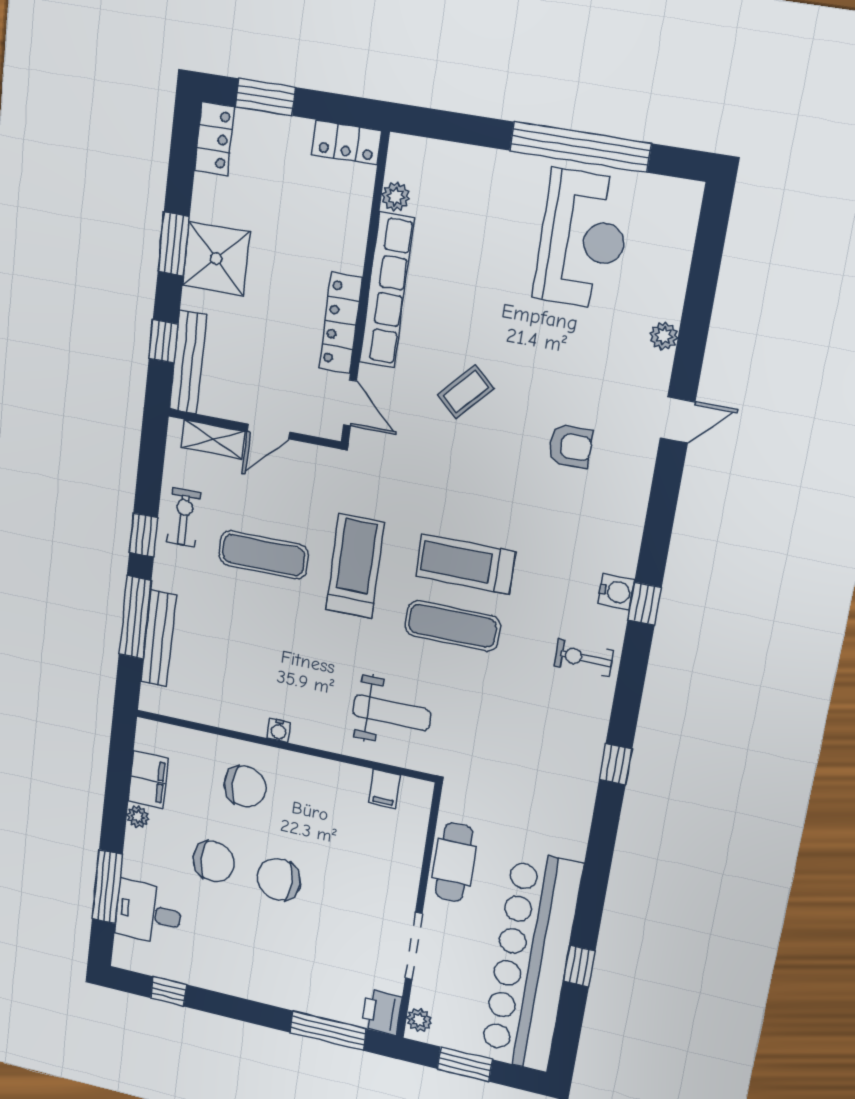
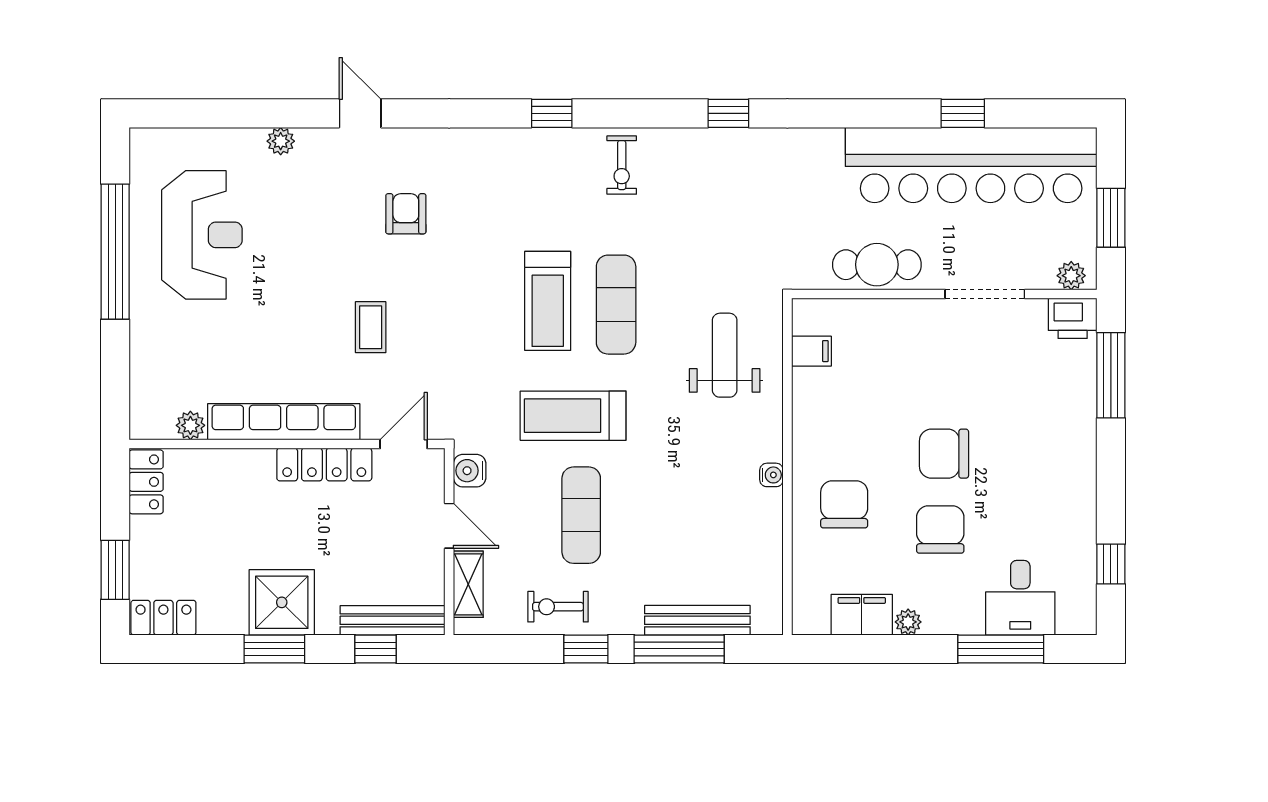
reception desk: (583, 240) -> (202, 235), turned 90
coffee table: (466, 392) -> (371, 327), turned 48
water cooler: (616, 592) -> (470, 471), moved, turned -90
chair: (279, 880) -> (944, 454), turned 90

